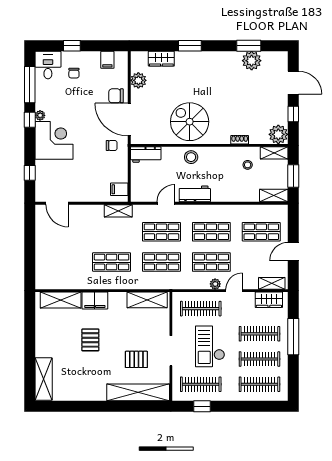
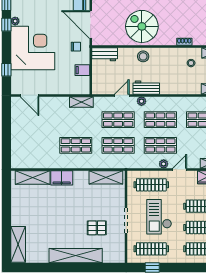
corner desk: (54, 140) -> (33, 48), width x1.36, depth x1.36
filing cabinet: (119, 189) -> (82, 70), moved
plant: (189, 210) -> (141, 101), added
pallet: (90, 340) -> (58, 211), removed
shelving: (138, 392) -> (76, 256), moved

